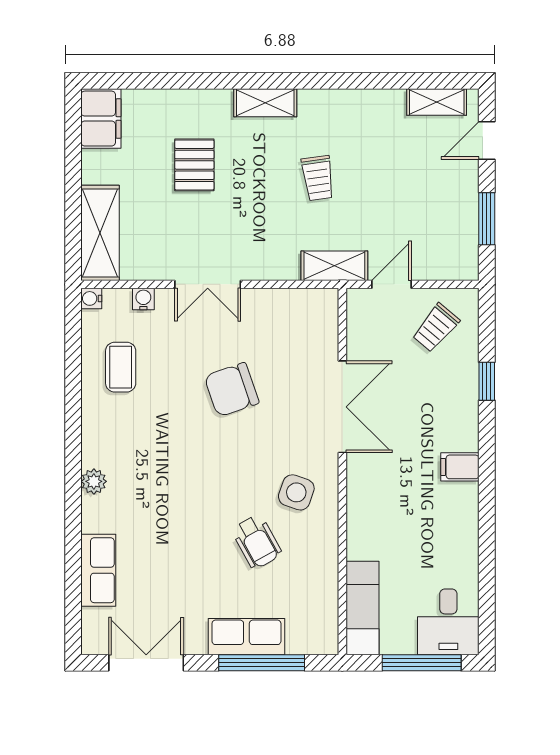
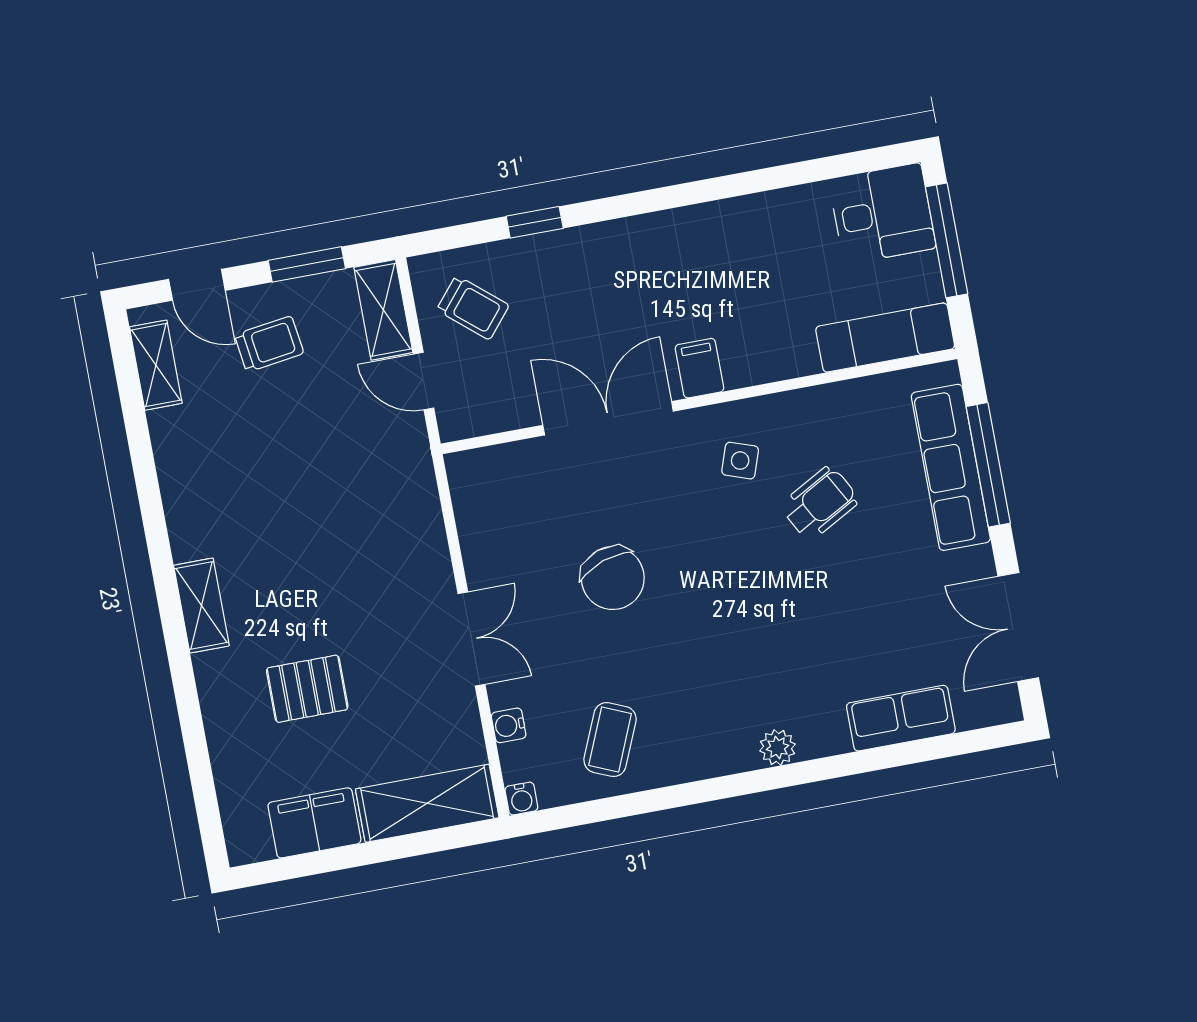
filing cabinet: (101, 119) -> (314, 823), moved
trolley: (318, 178) -> (269, 344), moved
shelving: (334, 266) -> (383, 310), moved
coffee table: (121, 367) -> (610, 740), turned -67
filing cabinet: (460, 467) -> (699, 368), moved, turned 180
side table: (296, 492) -> (740, 461), width x0.73, depth x0.73
row of seats: (246, 637) -> (951, 467), width x1.48

